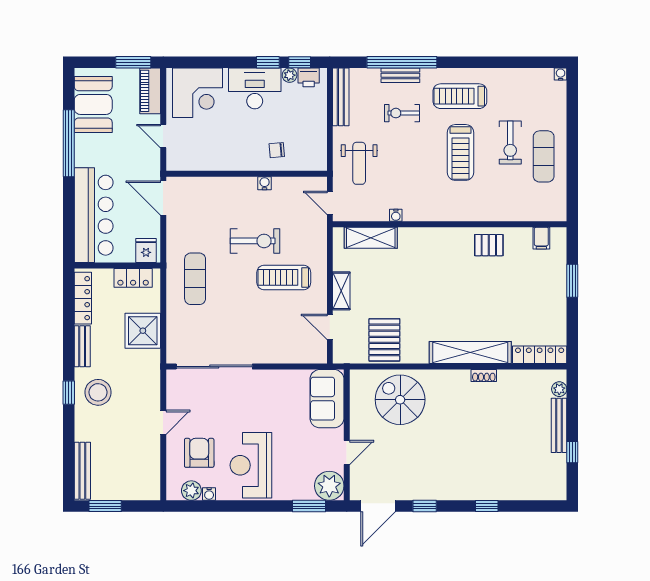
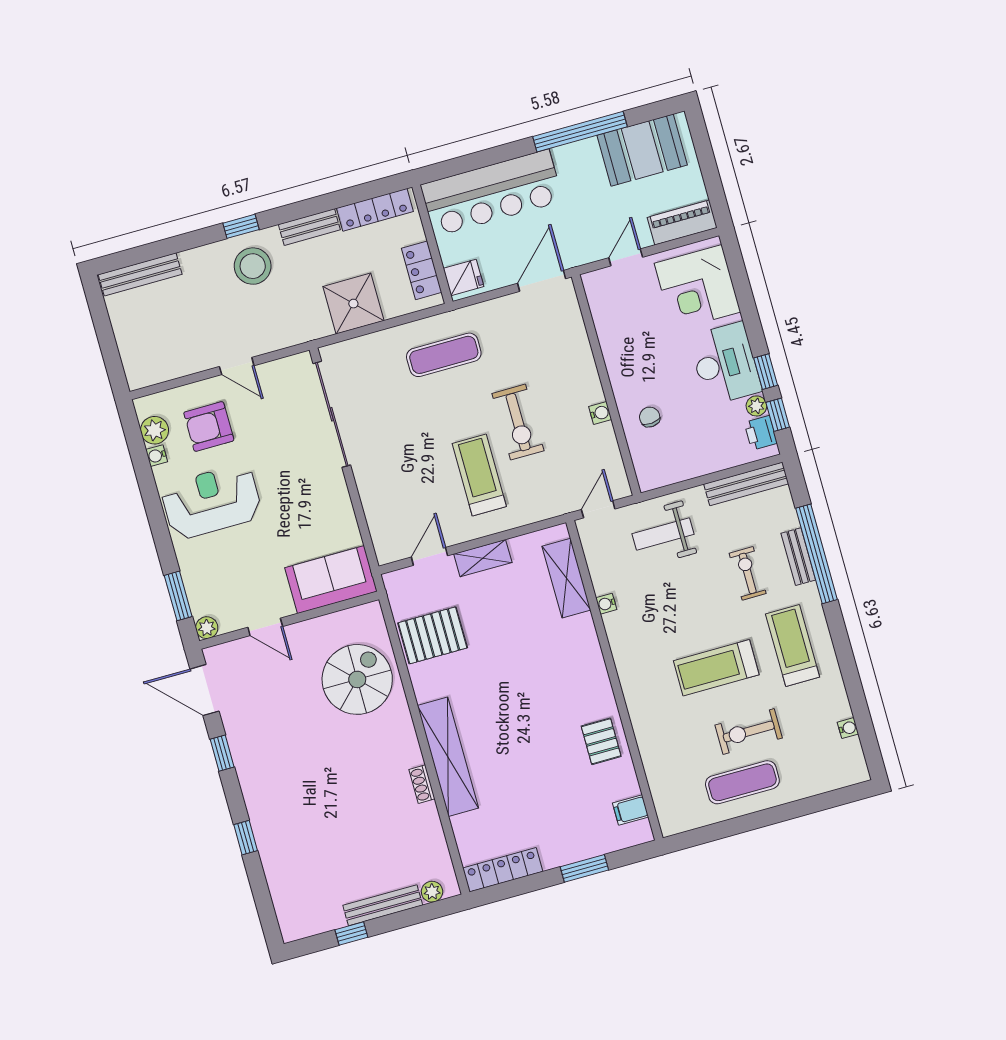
window: (133, 62) -> (715, 189), removed
water cooler: (561, 74) -> (848, 728), moved
locker: (540, 355) -> (503, 870), moved, turned -90
armchair: (199, 453) -> (209, 427), turned 180
plant: (329, 486) -> (207, 628), width x0.53, depth x0.53
window: (105, 506) -> (101, 319), removed

